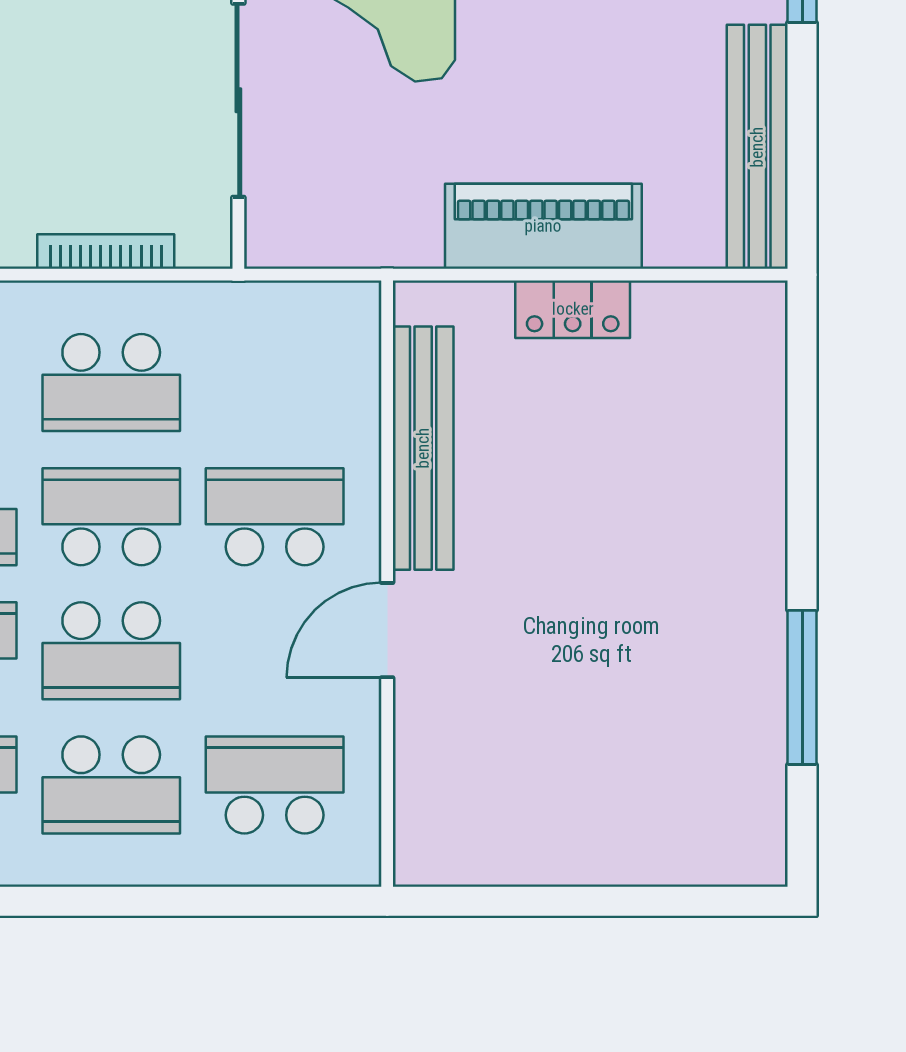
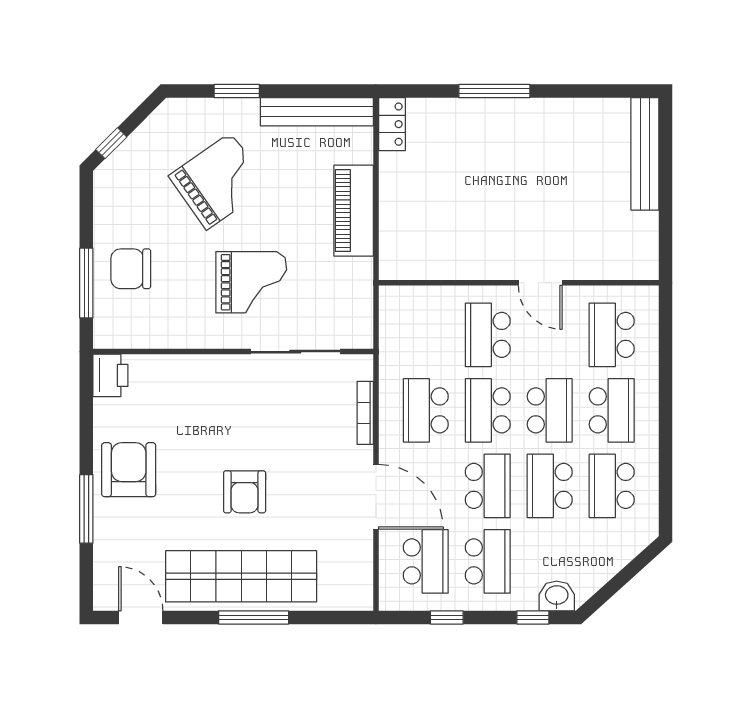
locker: (573, 309) -> (392, 124), moved
school desk: (111, 383) -> (426, 410), turned 180
bench: (423, 448) -> (645, 154), moved, turned 90
window: (802, 687) -> (494, 91), moved

